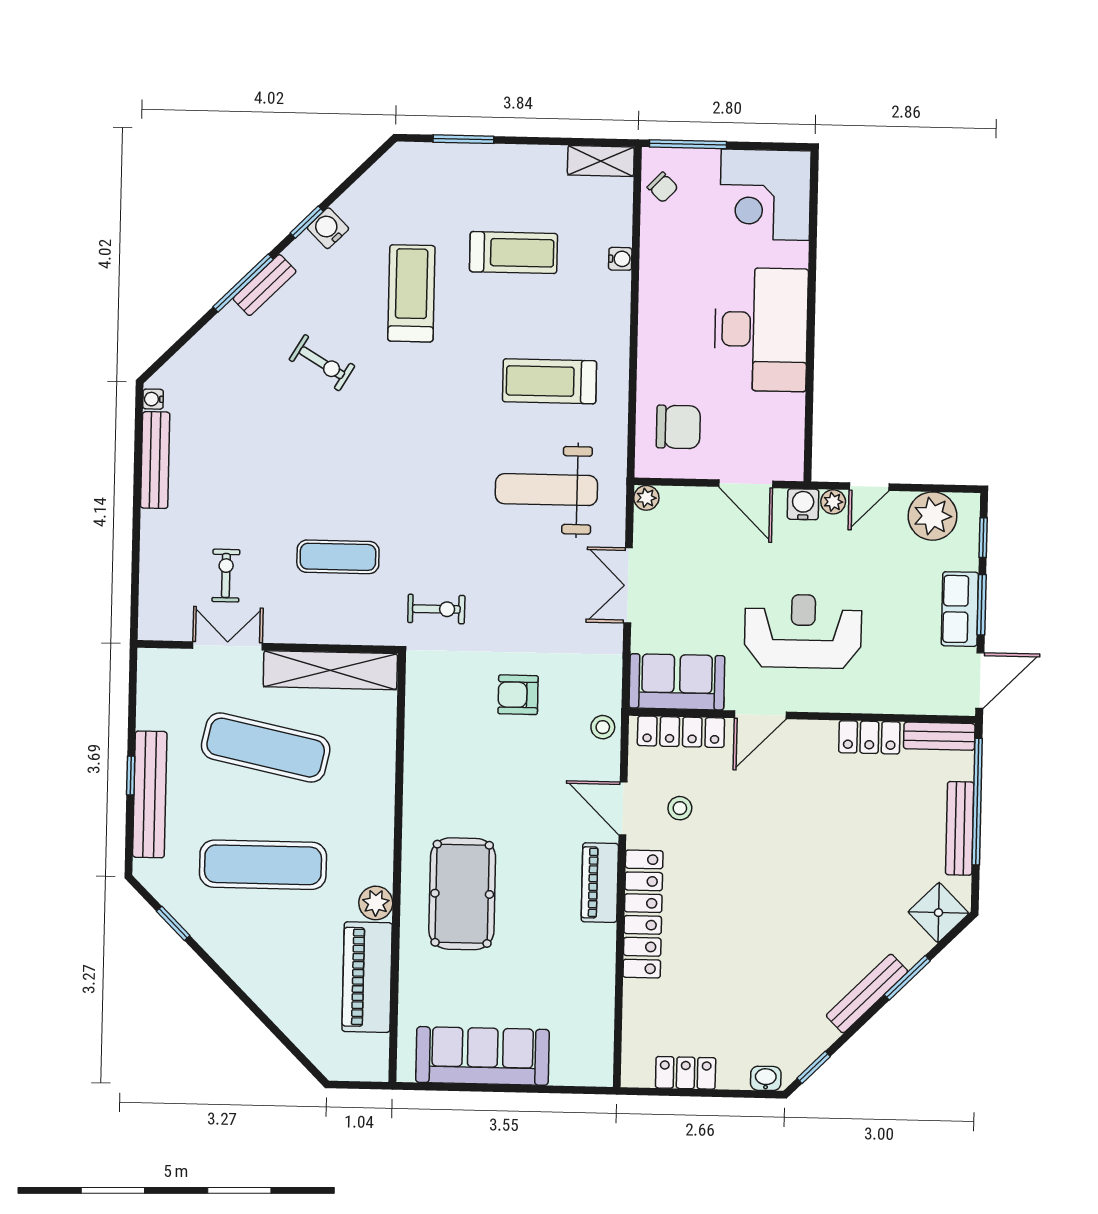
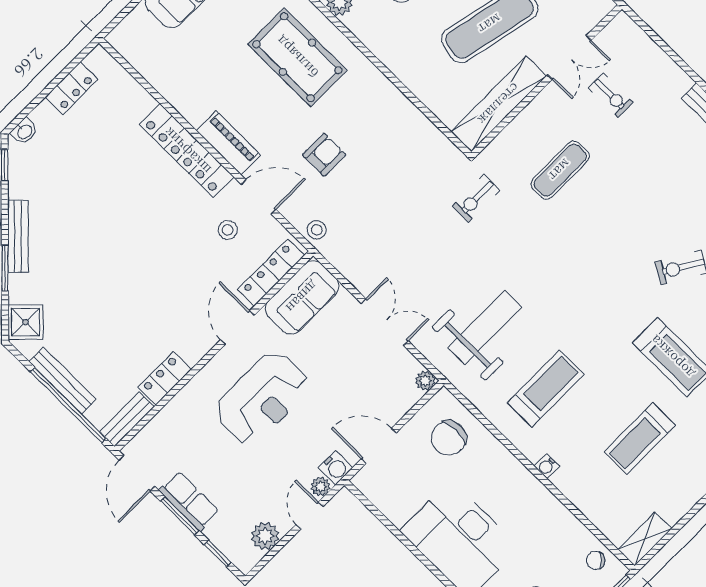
water cooler: (620, 259) -> (547, 466), moved
plant: (932, 516) -> (265, 536), width x0.73, depth x0.73
armchair: (518, 695) -> (324, 155), moved

